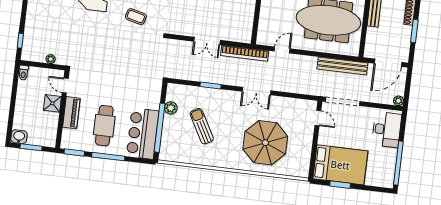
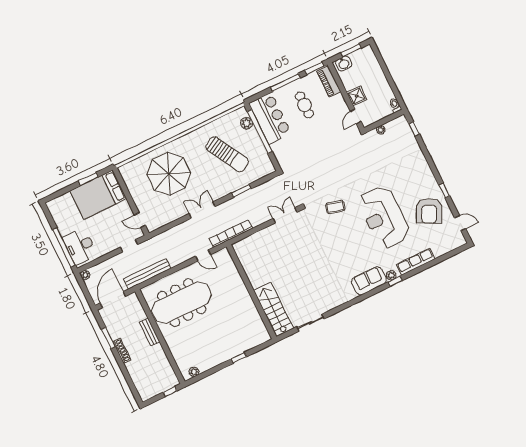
double door: (207, 41) -> (285, 215), moved
door: (282, 50) -> (203, 256), hinge flipped
door: (65, 86) -> (356, 116), swing flipped
doorway: (343, 101) -> (129, 246), width x0.53
plant: (171, 108) -> (247, 123), moved
piano: (71, 113) -> (329, 81), moved
cafe table: (104, 126) -> (304, 105), width x0.73, depth x0.74
sun lounger: (202, 126) -> (227, 154), width x1.36, depth x1.34
washbasin: (19, 137) -> (344, 63), moved
window: (398, 163) -> (64, 247), moved

